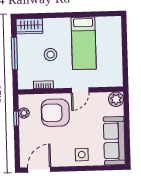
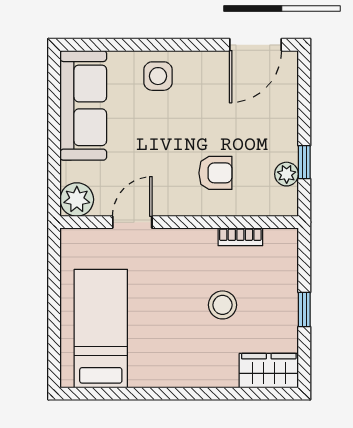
bed: (84, 43) -> (101, 329), moved
window: (14, 54) -> (304, 310), width x0.46
door: (80, 90) -> (132, 222), moved
armchair: (55, 113) -> (215, 173), width x0.53, depth x0.53

